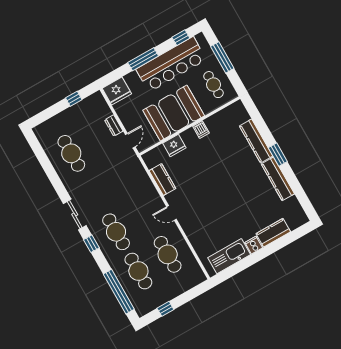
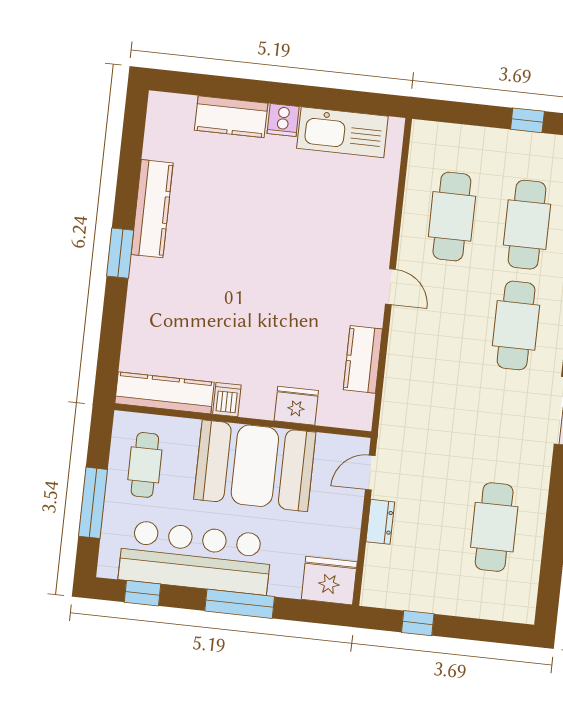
kitchen counter: (256, 141) -> (164, 393), moved, turned -90

